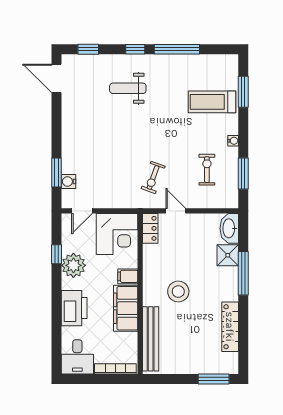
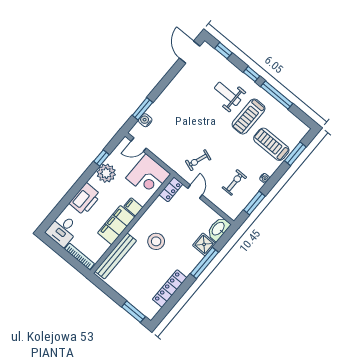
treadmill: (167, 93) -> (249, 116), added

